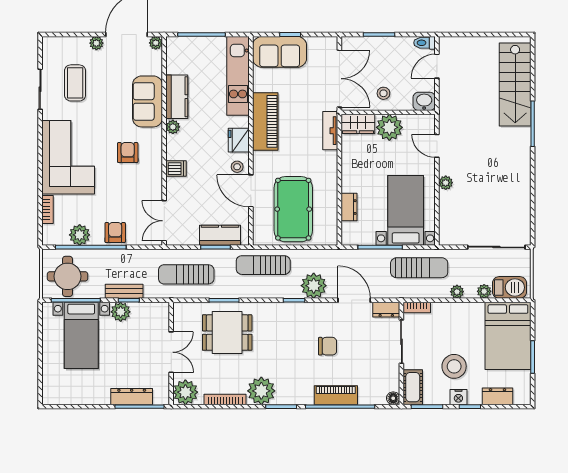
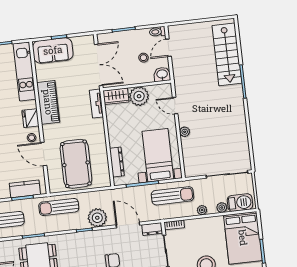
stool: (383, 93) -> (143, 58), moved
dresser: (349, 207) -> (117, 162), width x1.44

